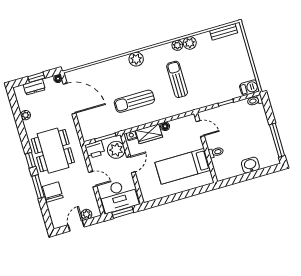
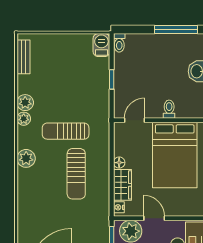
plant: (136, 59) -> (26, 158), moved
sun lounger: (134, 101) -> (76, 174), moved
bed: (183, 166) -> (175, 155), width x1.50

